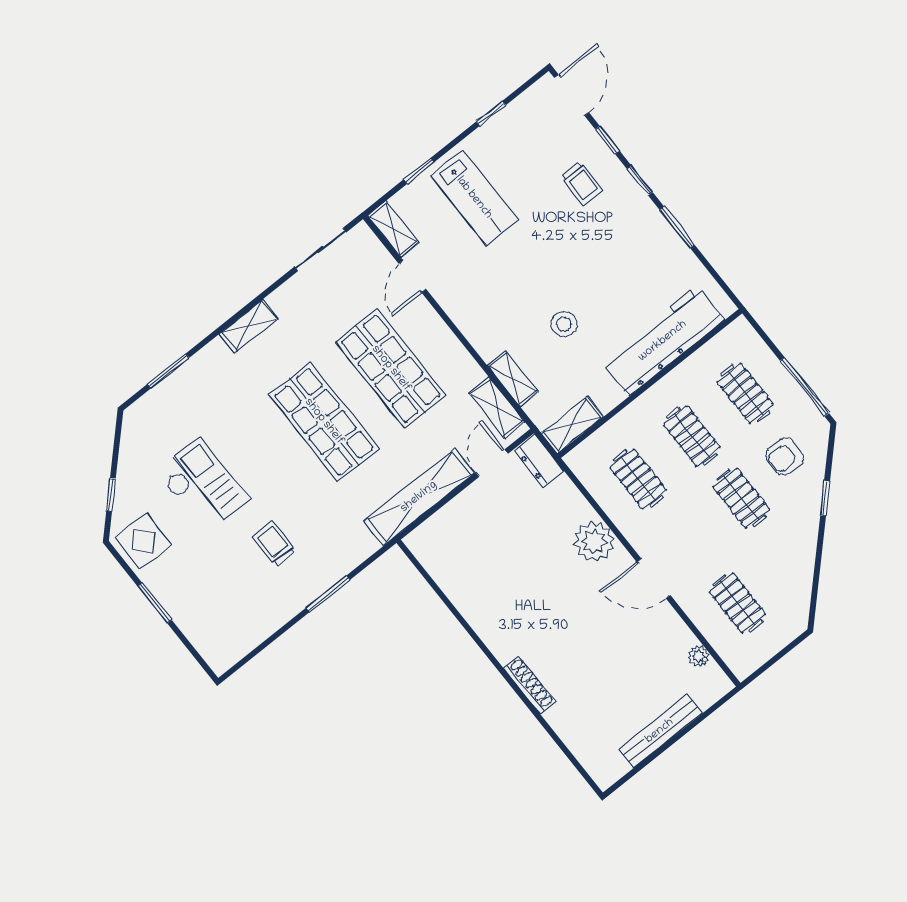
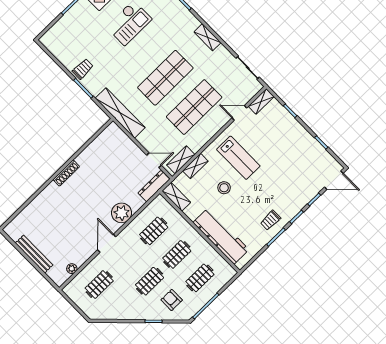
trolley: (582, 183) -> (270, 220), moved
lab bench: (474, 198) -> (238, 158), moved, turned -90
dresser: (539, 461) -> (154, 186), width x1.44
shelving: (419, 497) -> (120, 113), moved
trolley: (274, 544) -> (83, 69), moved
shoe rack: (530, 685) -> (66, 173), moved

